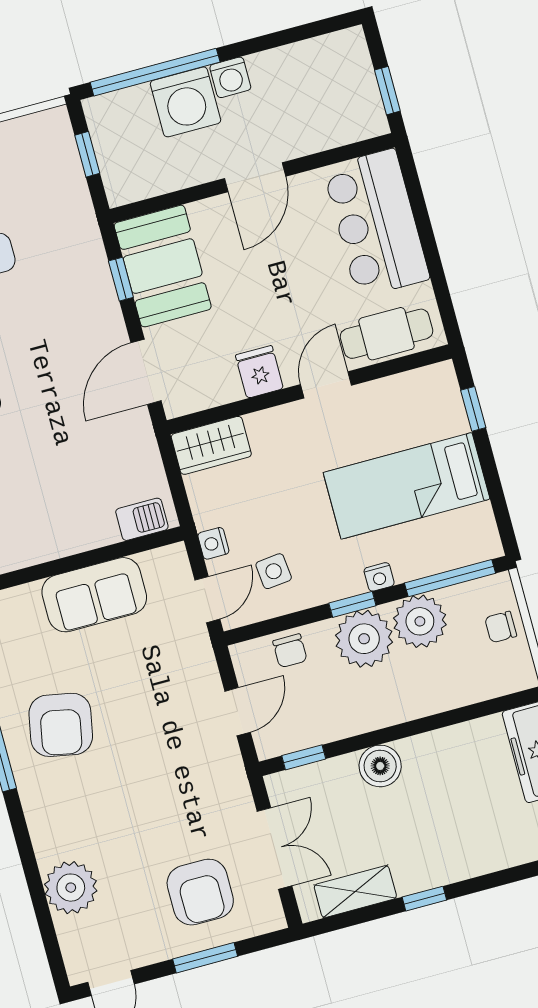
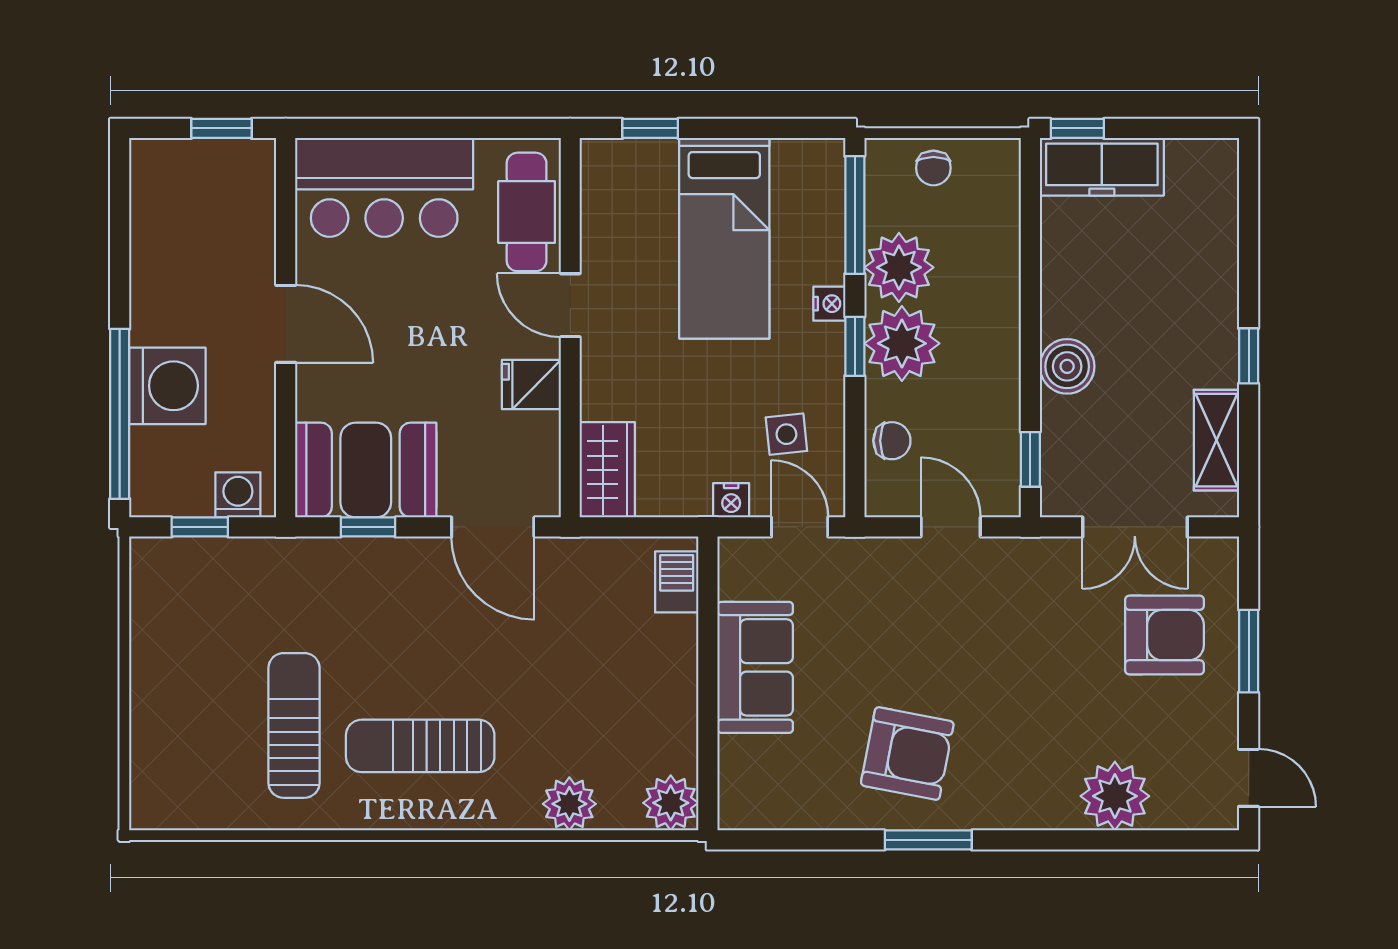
washing machine: (230, 77) -> (238, 495), moved, turned -90
double door: (275, 849) -> (1135, 527), swing flipped

